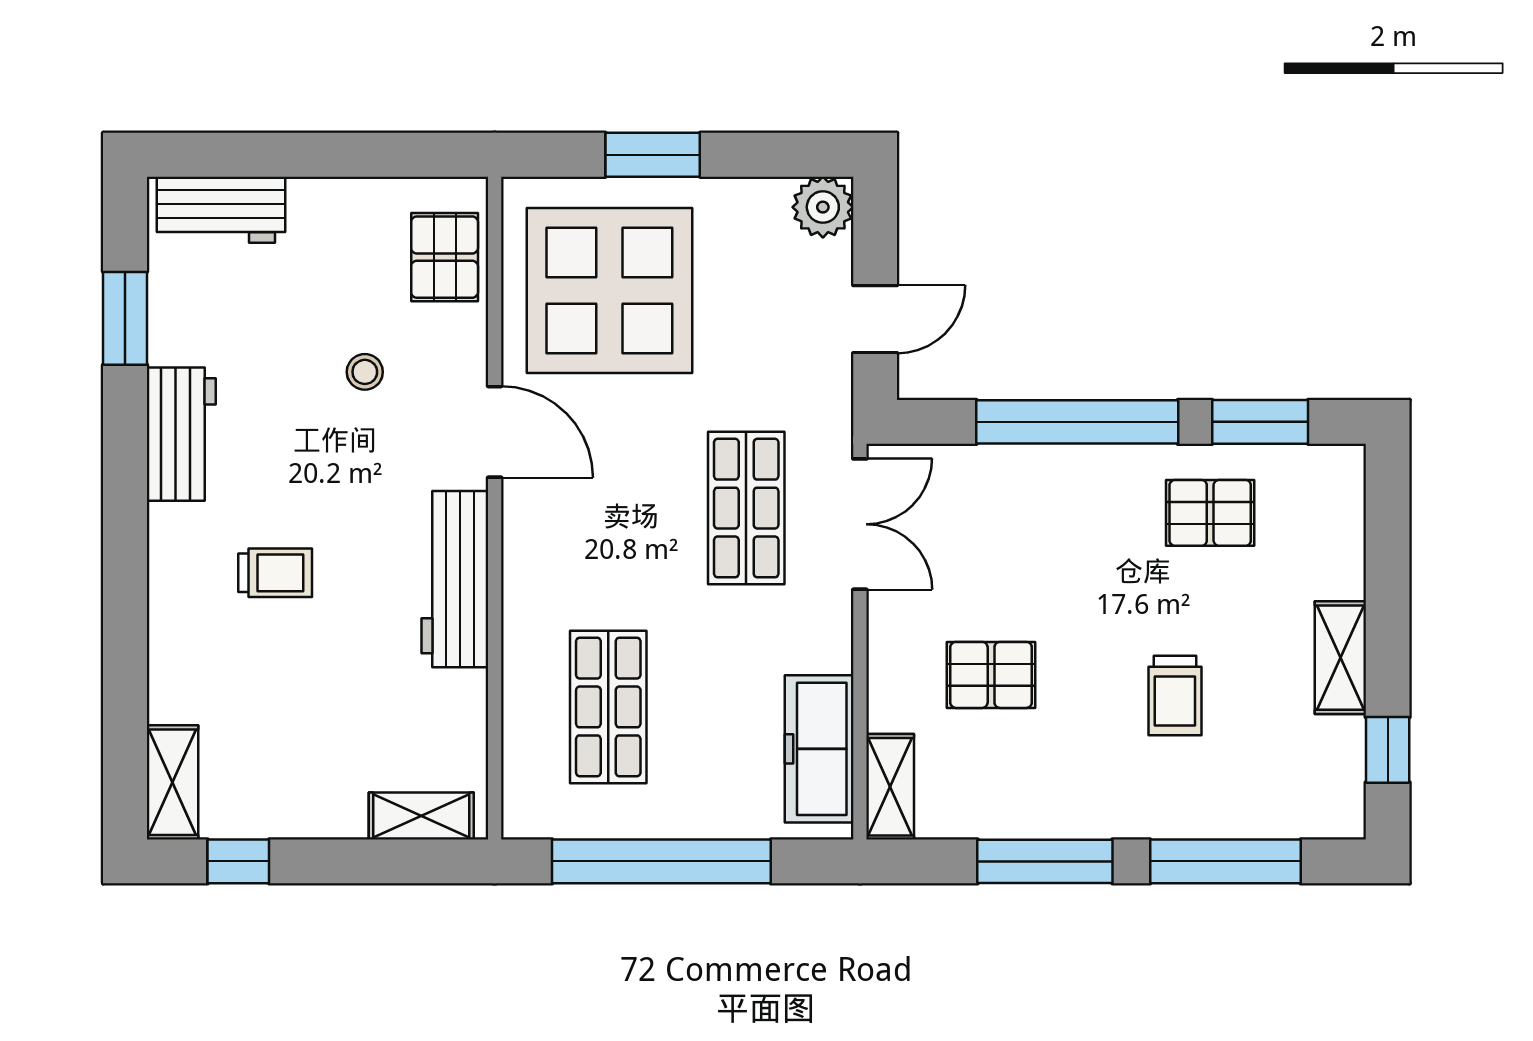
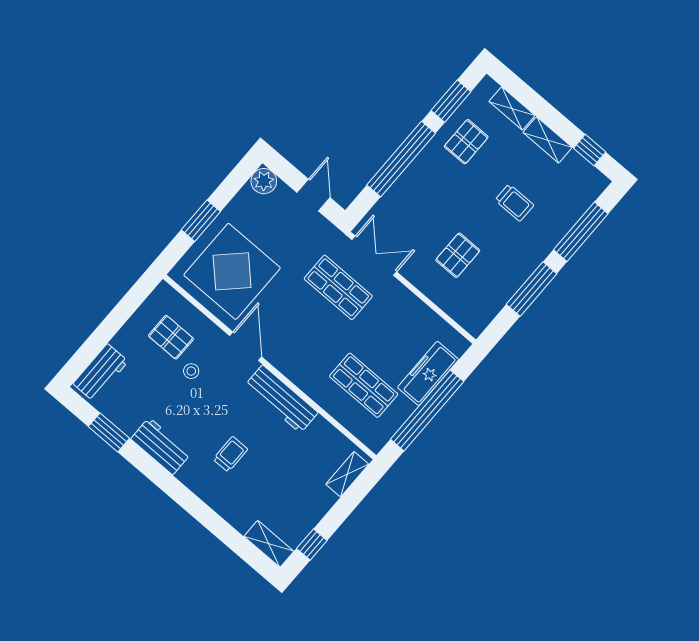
pallet: (445, 257) -> (171, 337), moved
door: (495, 432) -> (246, 346), hinge flipped
freezer: (819, 749) -> (428, 373), moved, turned 90
shelving: (890, 787) -> (512, 108), moved

